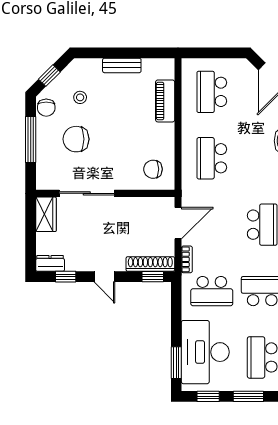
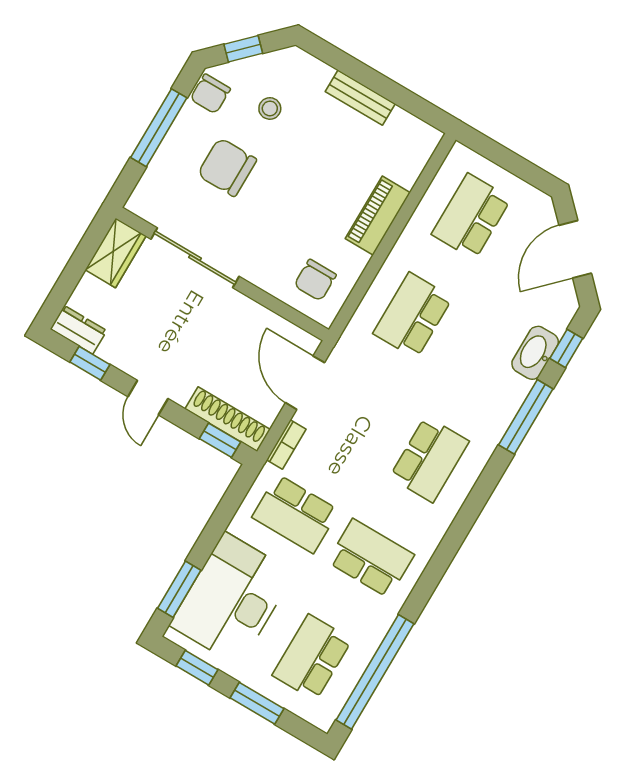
piano: (165, 101) -> (378, 216), moved
chair: (153, 169) -> (315, 280), turned -90
door: (178, 223) -> (305, 383), swing flipped

